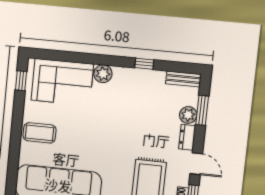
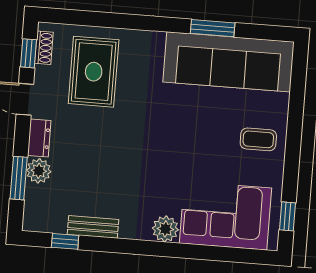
window: (144, 64) -> (65, 241), moved
bench: (183, 79) -> (93, 227), moved
coffee table: (39, 133) -> (258, 139), width x0.73, depth x0.77

